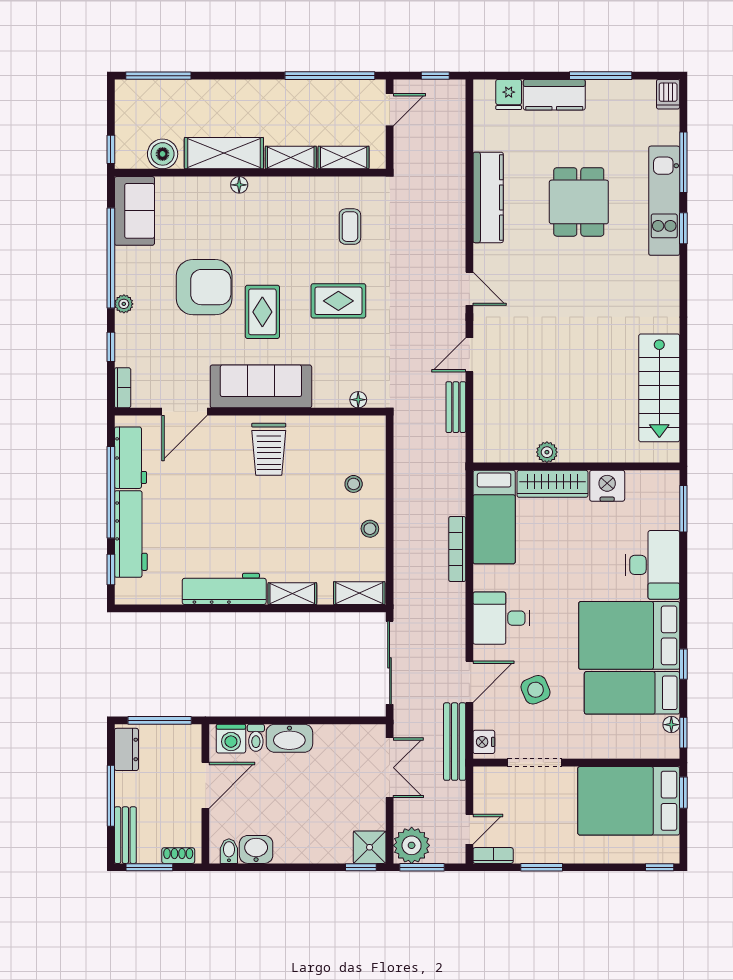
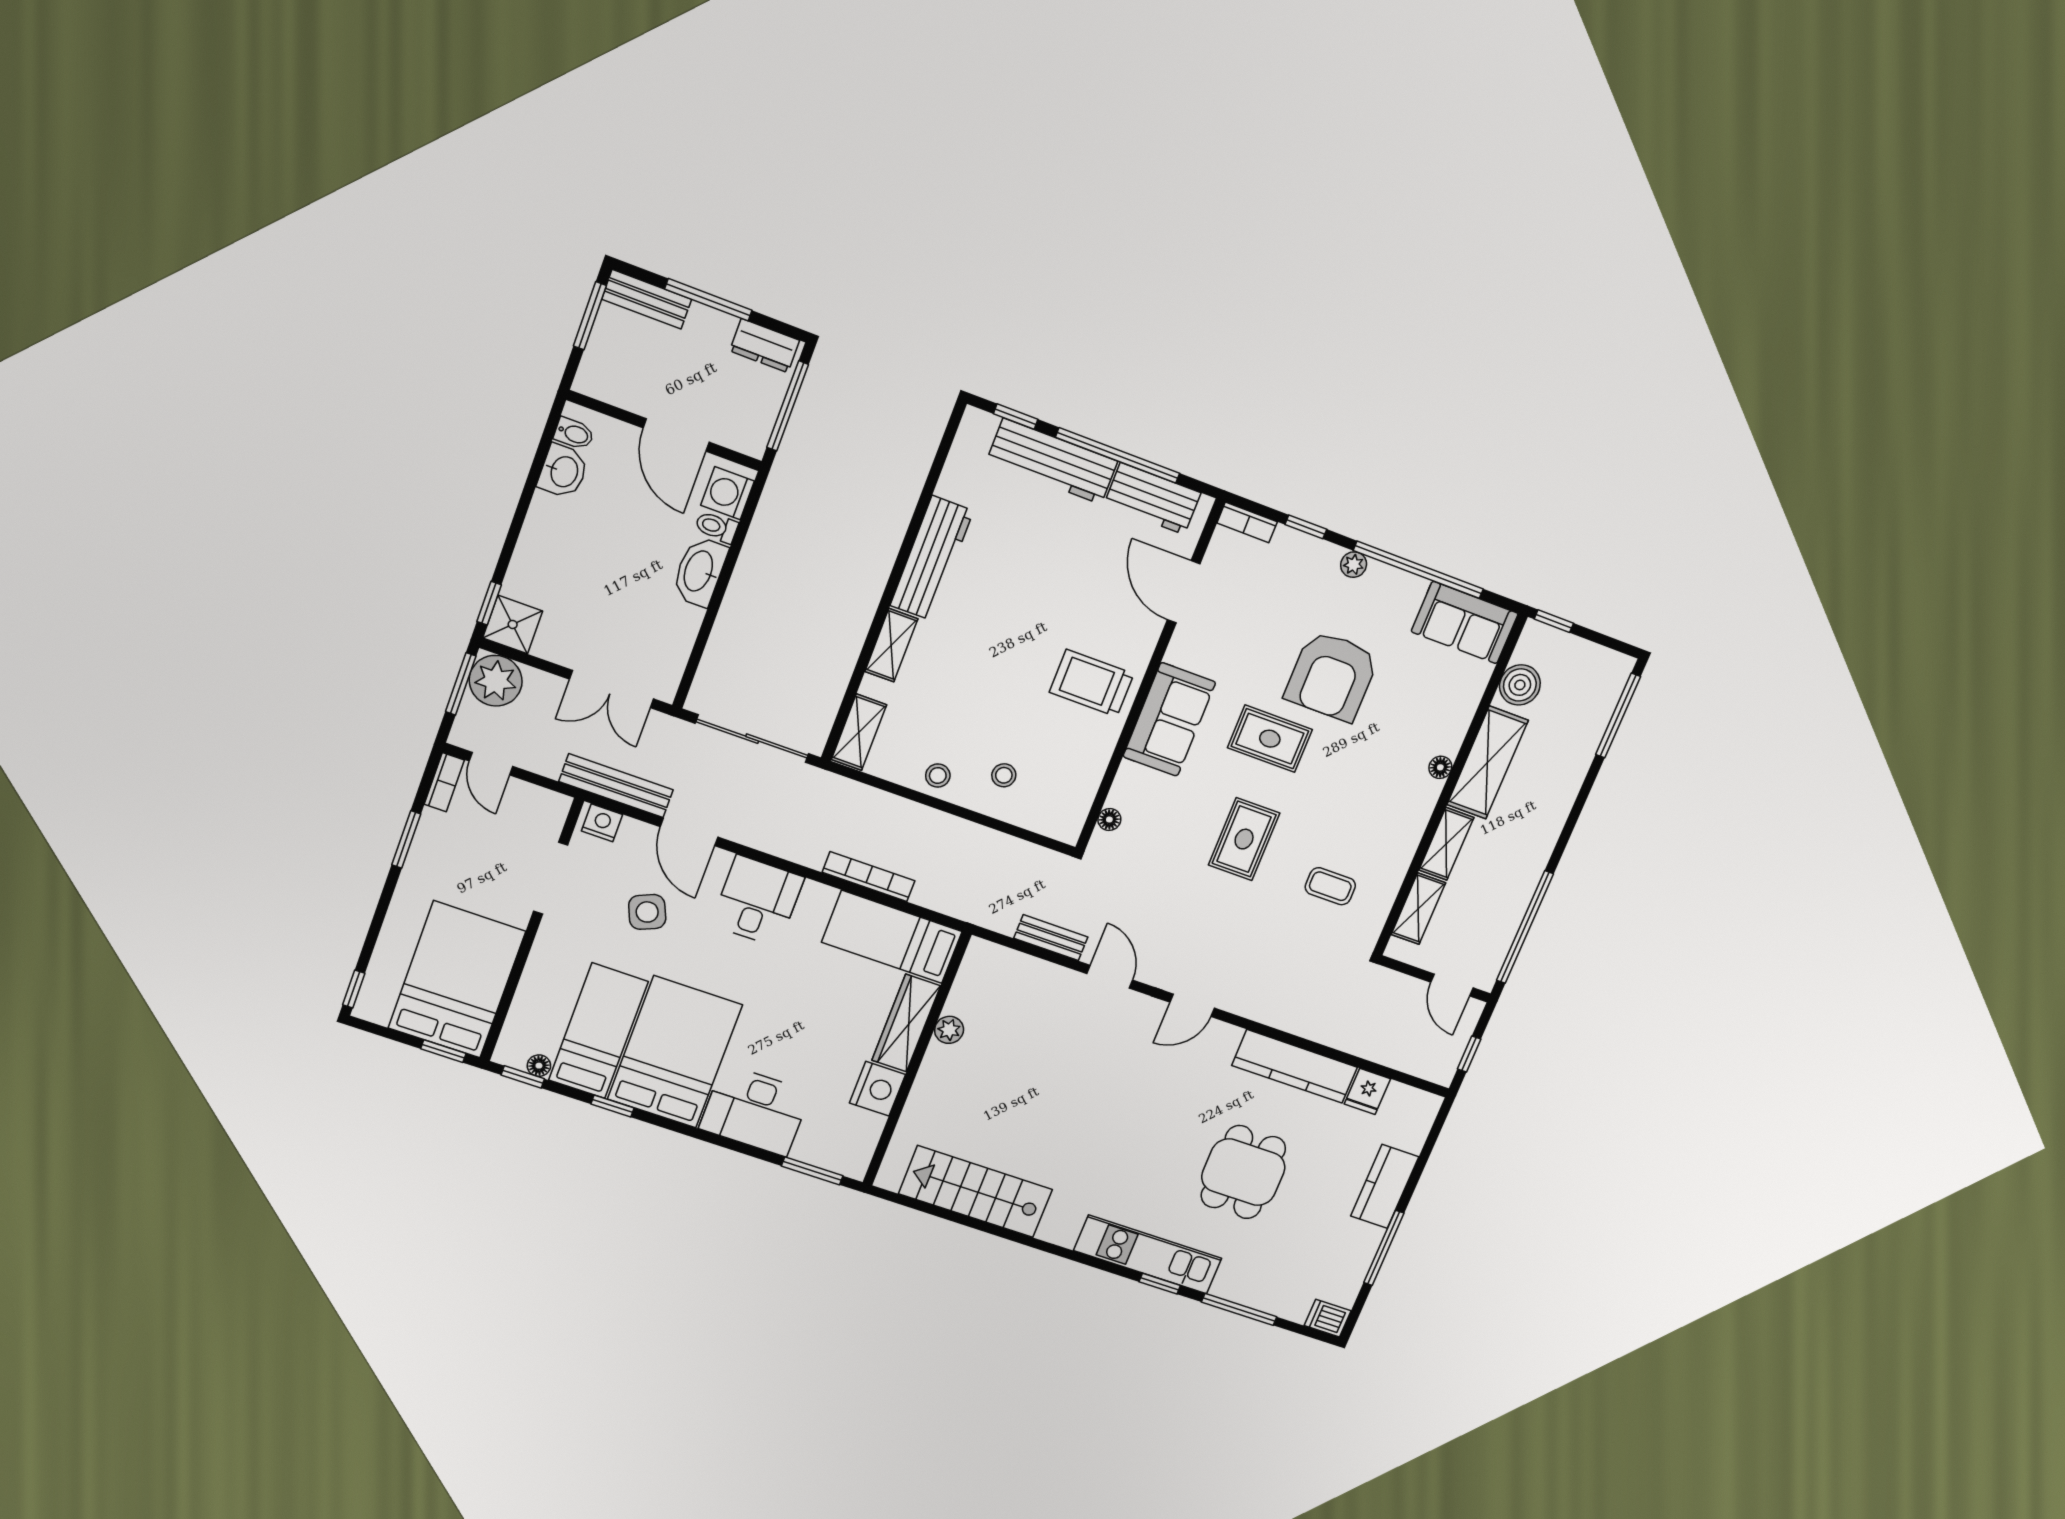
fridge: (509, 95) -> (1367, 1091), moved, turned -90
kitchen unit: (664, 201) -> (1148, 1254), moved
dining table: (579, 202) -> (1243, 1172), turned 90
sofa: (261, 386) -> (1169, 719), width x0.73
shoe rack: (178, 856) -> (592, 362), removed

